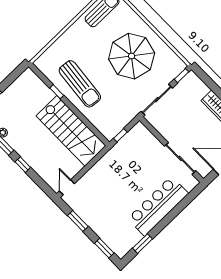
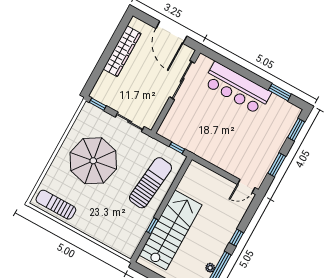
sun lounger: (80, 84) -> (150, 183), moved
sliding door: (157, 100) -> (130, 122), width x0.73
stairs: (71, 131) -> (170, 230), moved

